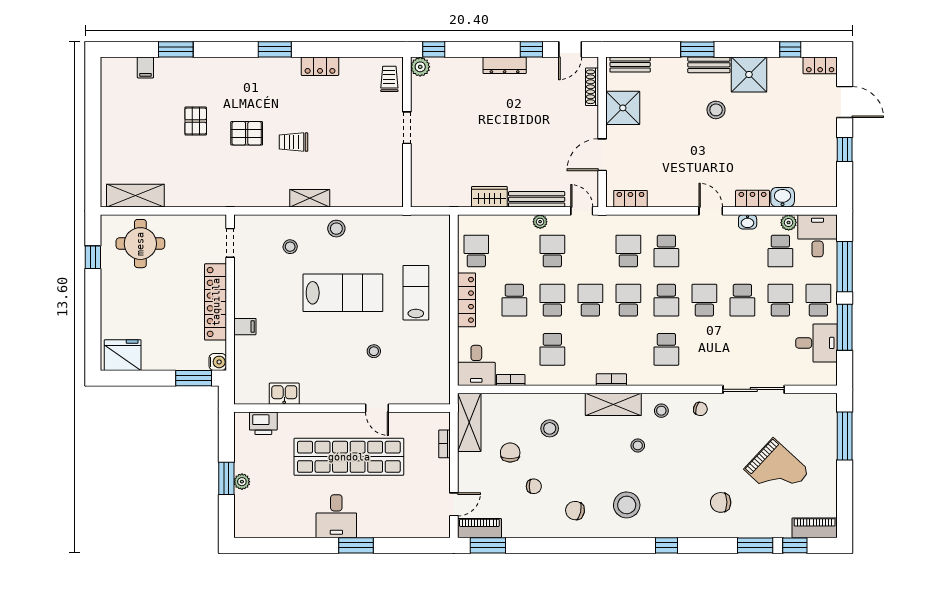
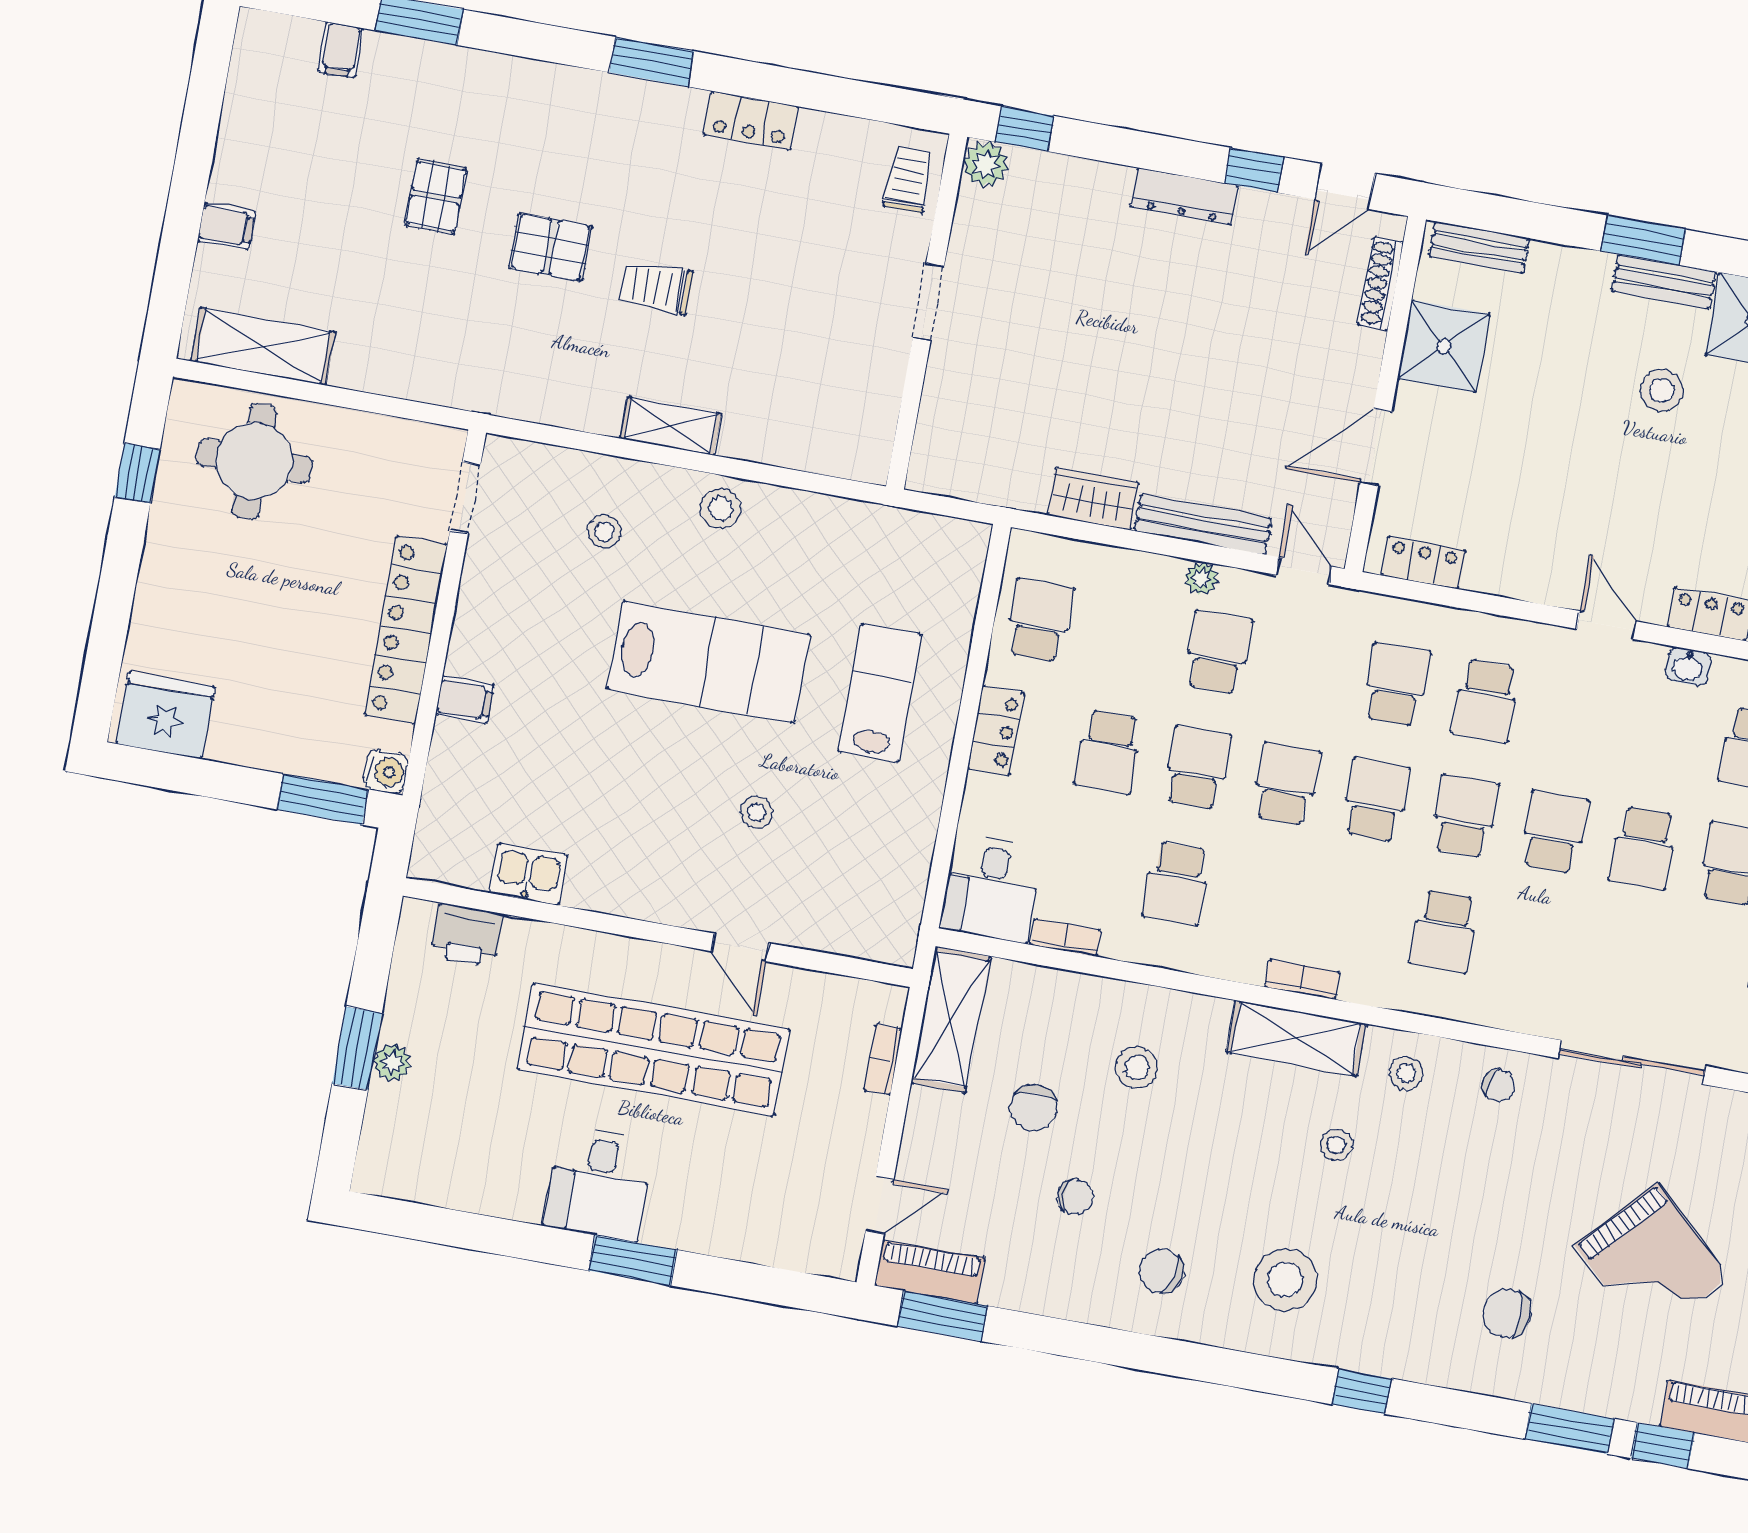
filing cabinet: (111, 149) -> (226, 226), added
locker: (466, 300) -> (996, 731), width x0.66
school desk: (666, 300) -> (1465, 816), turned 180
chair: (510, 453) -> (1034, 1107), turned 180

